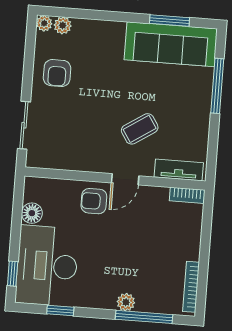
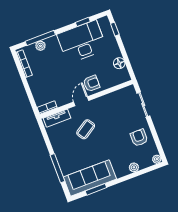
plant: (63, 25) -> (134, 167), moved
desk: (47, 266) -> (82, 42), moved, turned -90
plant: (126, 302) -> (40, 46), moved

